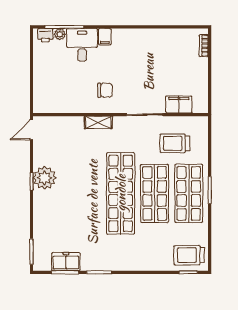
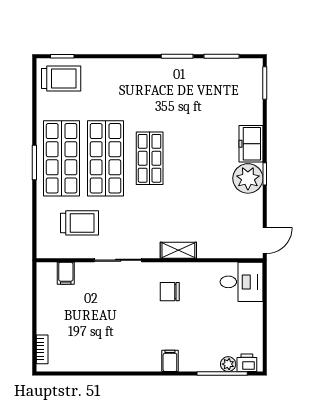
desk: (82, 45) -> (241, 282), moved, turned -90
filing cabinet: (179, 104) -> (66, 273), width x0.50
shop shelf: (121, 193) -> (150, 158), width x0.50, depth x0.74
freezer: (66, 262) -> (251, 144), moved, turned 90

